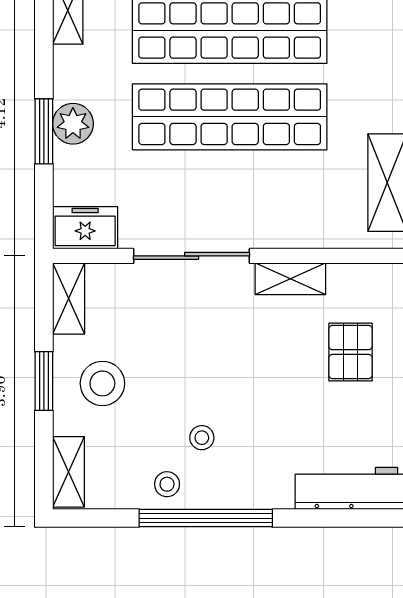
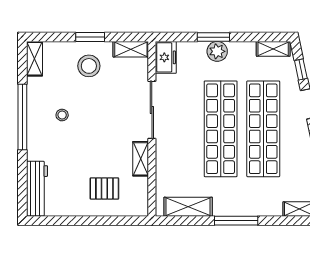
shelving: (68, 472) -> (35, 59), moved, turned 90
stool: (167, 484) -> (39, 98), removed

